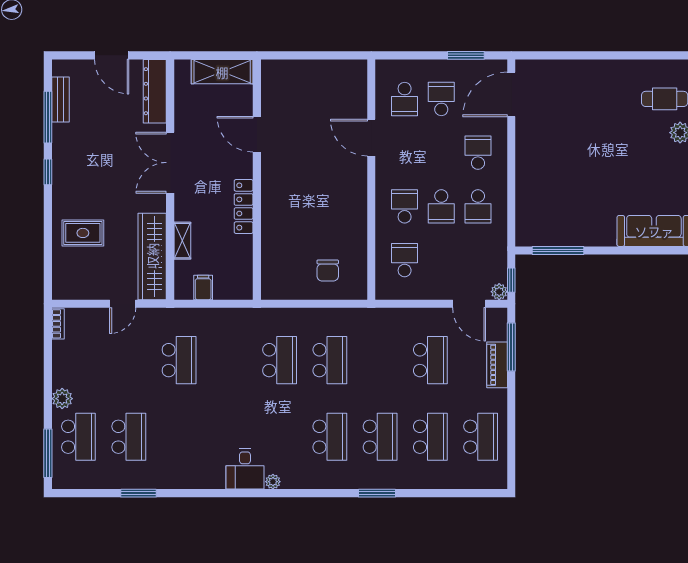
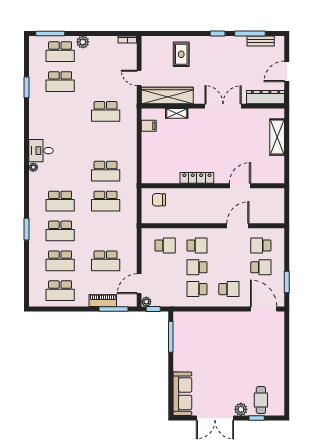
door: (257, 134) -> (240, 186), moved
wall: (257, 180) -> (213, 186), moved
locker: (244, 206) -> (197, 178), moved

